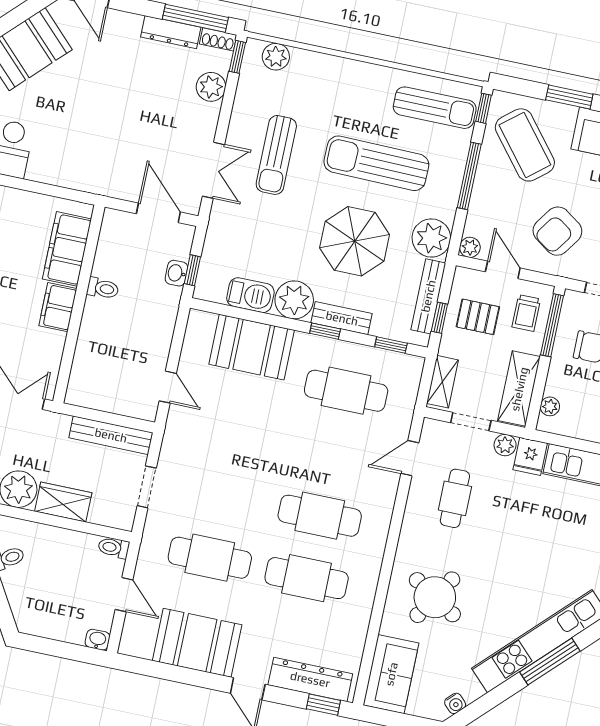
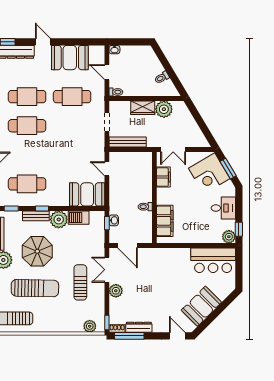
plant: (211, 87) -> (116, 291), moved
filing cabinet: (58, 307) -> (163, 177), moved
booth: (252, 347) -> (87, 194), moved

